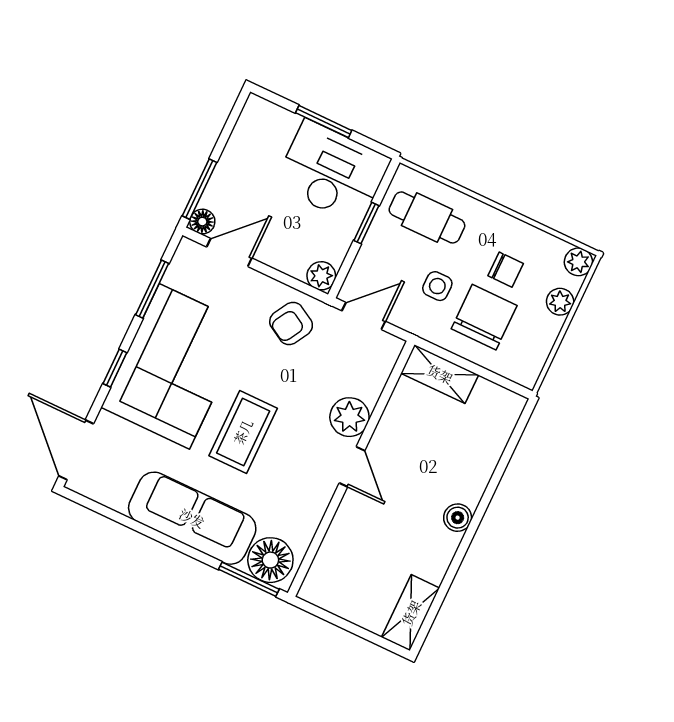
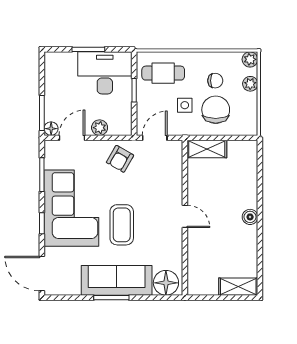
plant: (321, 276) -> (100, 128), moved
plant: (349, 417) -> (172, 192), removed
window: (249, 579) -> (111, 298), moved
shelving: (411, 613) -> (238, 287), moved, turned 90

